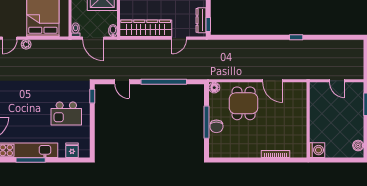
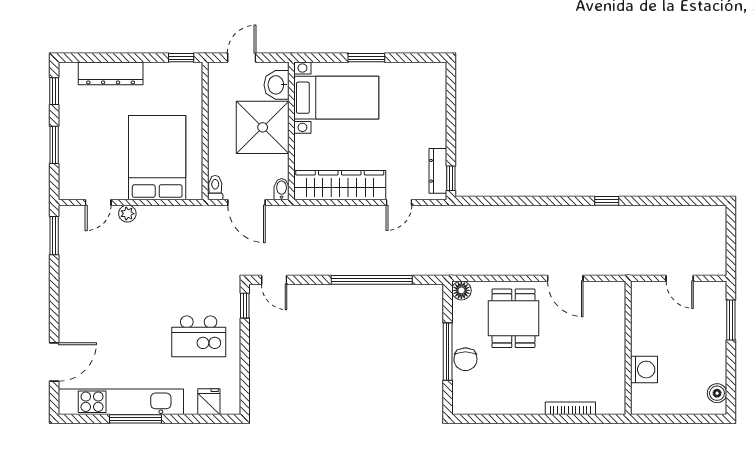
door: (122, 82) -> (274, 280), moved
washing machine: (317, 150) -> (644, 370), moved

